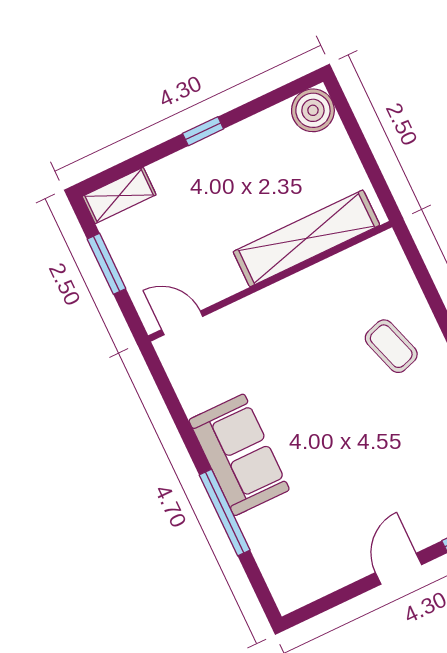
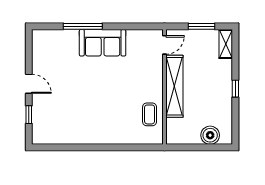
boiler: (313, 110) -> (210, 135), moved
shelving: (306, 238) -> (174, 86), moved
coffee table: (391, 346) -> (150, 114), moved, turned -72

